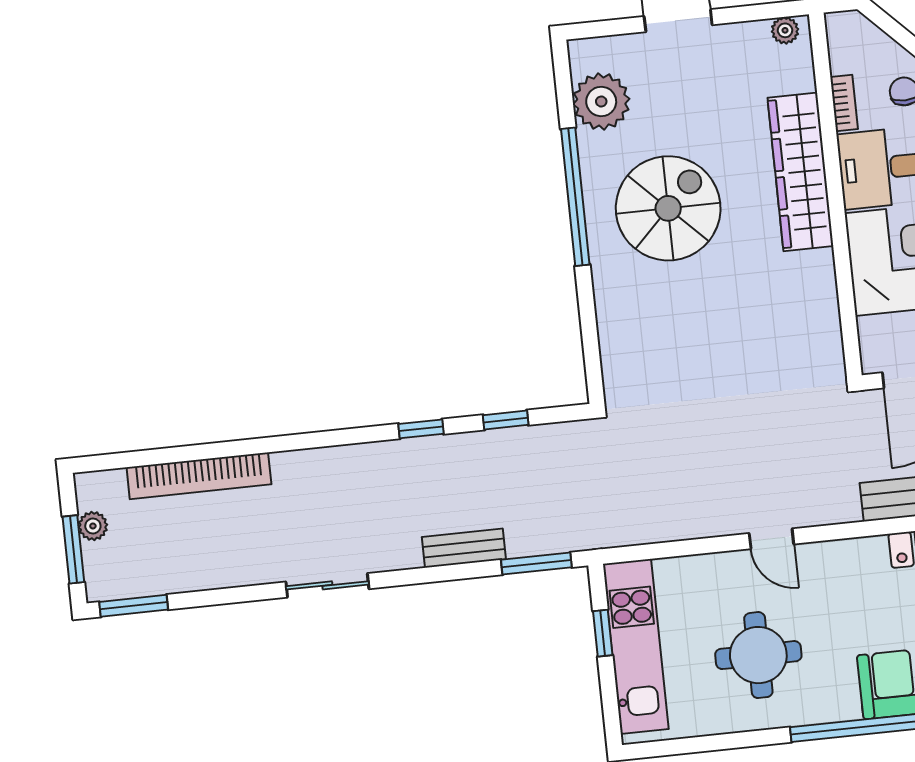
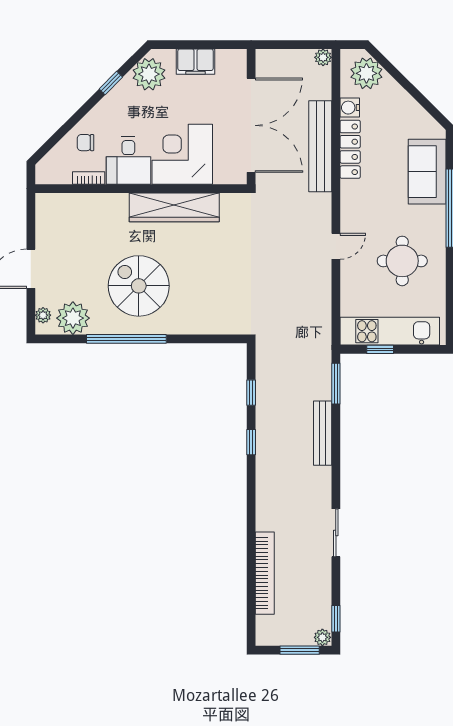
plant: (785, 30) -> (43, 315), moved
wardrobe: (800, 172) -> (174, 207), moved
plant: (93, 526) -> (322, 637), moved
bench: (464, 548) -> (323, 433), width x1.36
sliding door: (327, 585) -> (336, 533), moved
window: (134, 606) -> (336, 619), width x0.67

